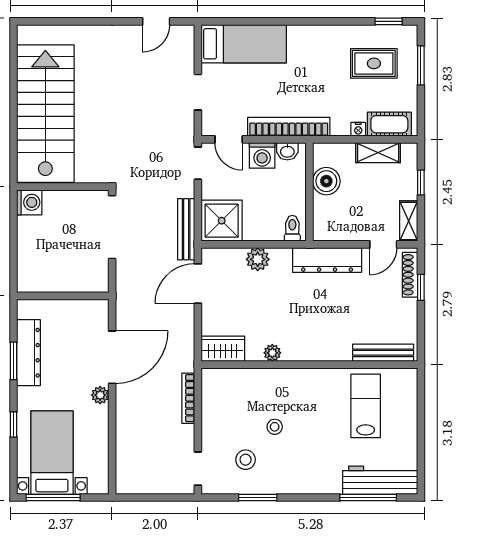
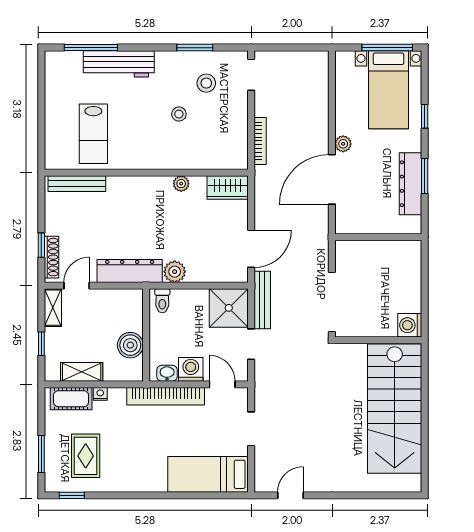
rug: (374, 63) -> (86, 456), turned 90
doorway: (198, 163) -> (251, 344), moved
plant: (258, 259) -> (175, 272), moved
workbench: (380, 480) -> (119, 64), moved

